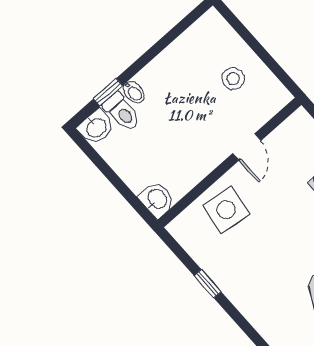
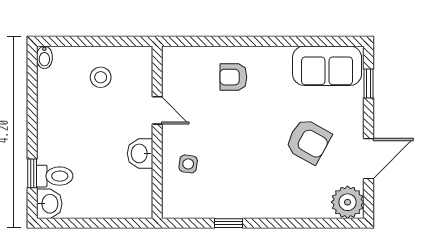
bidet: (134, 92) -> (44, 57), moved, turned 90
washbasin: (157, 199) -> (140, 153), moved, turned -90
side table: (226, 210) -> (188, 164), width x0.54, depth x0.54

